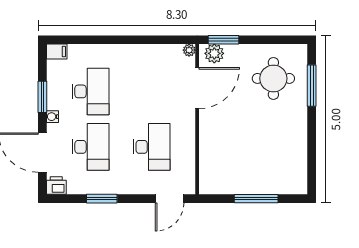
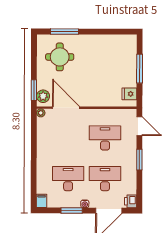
fridge: (218, 183) -> (129, 94), added
window: (102, 199) -> (139, 160), moved

